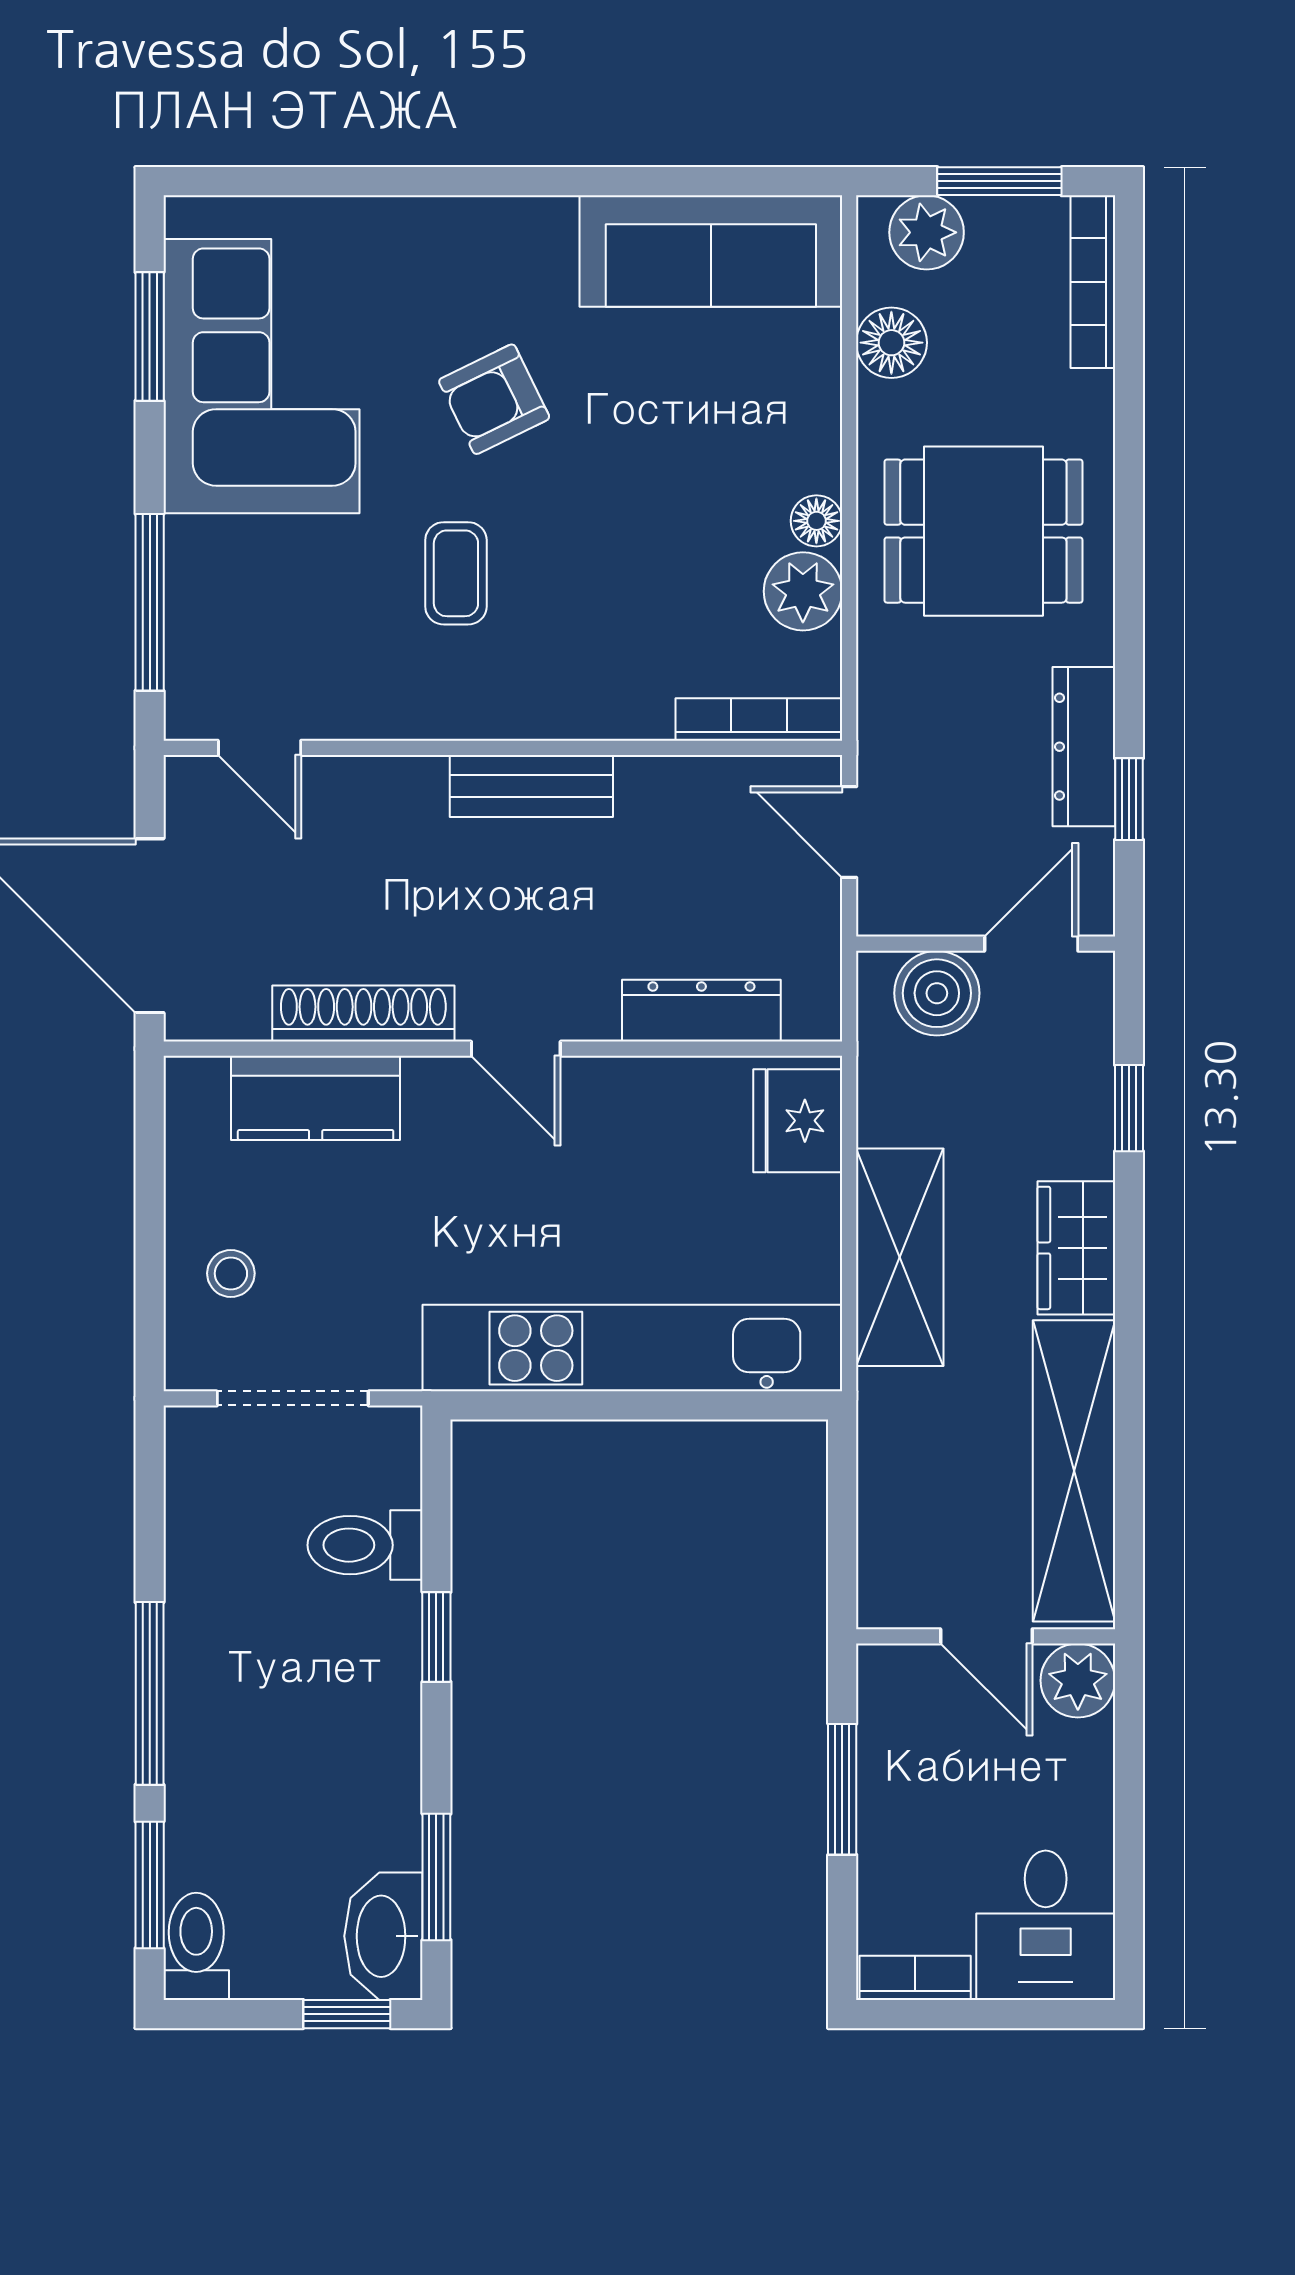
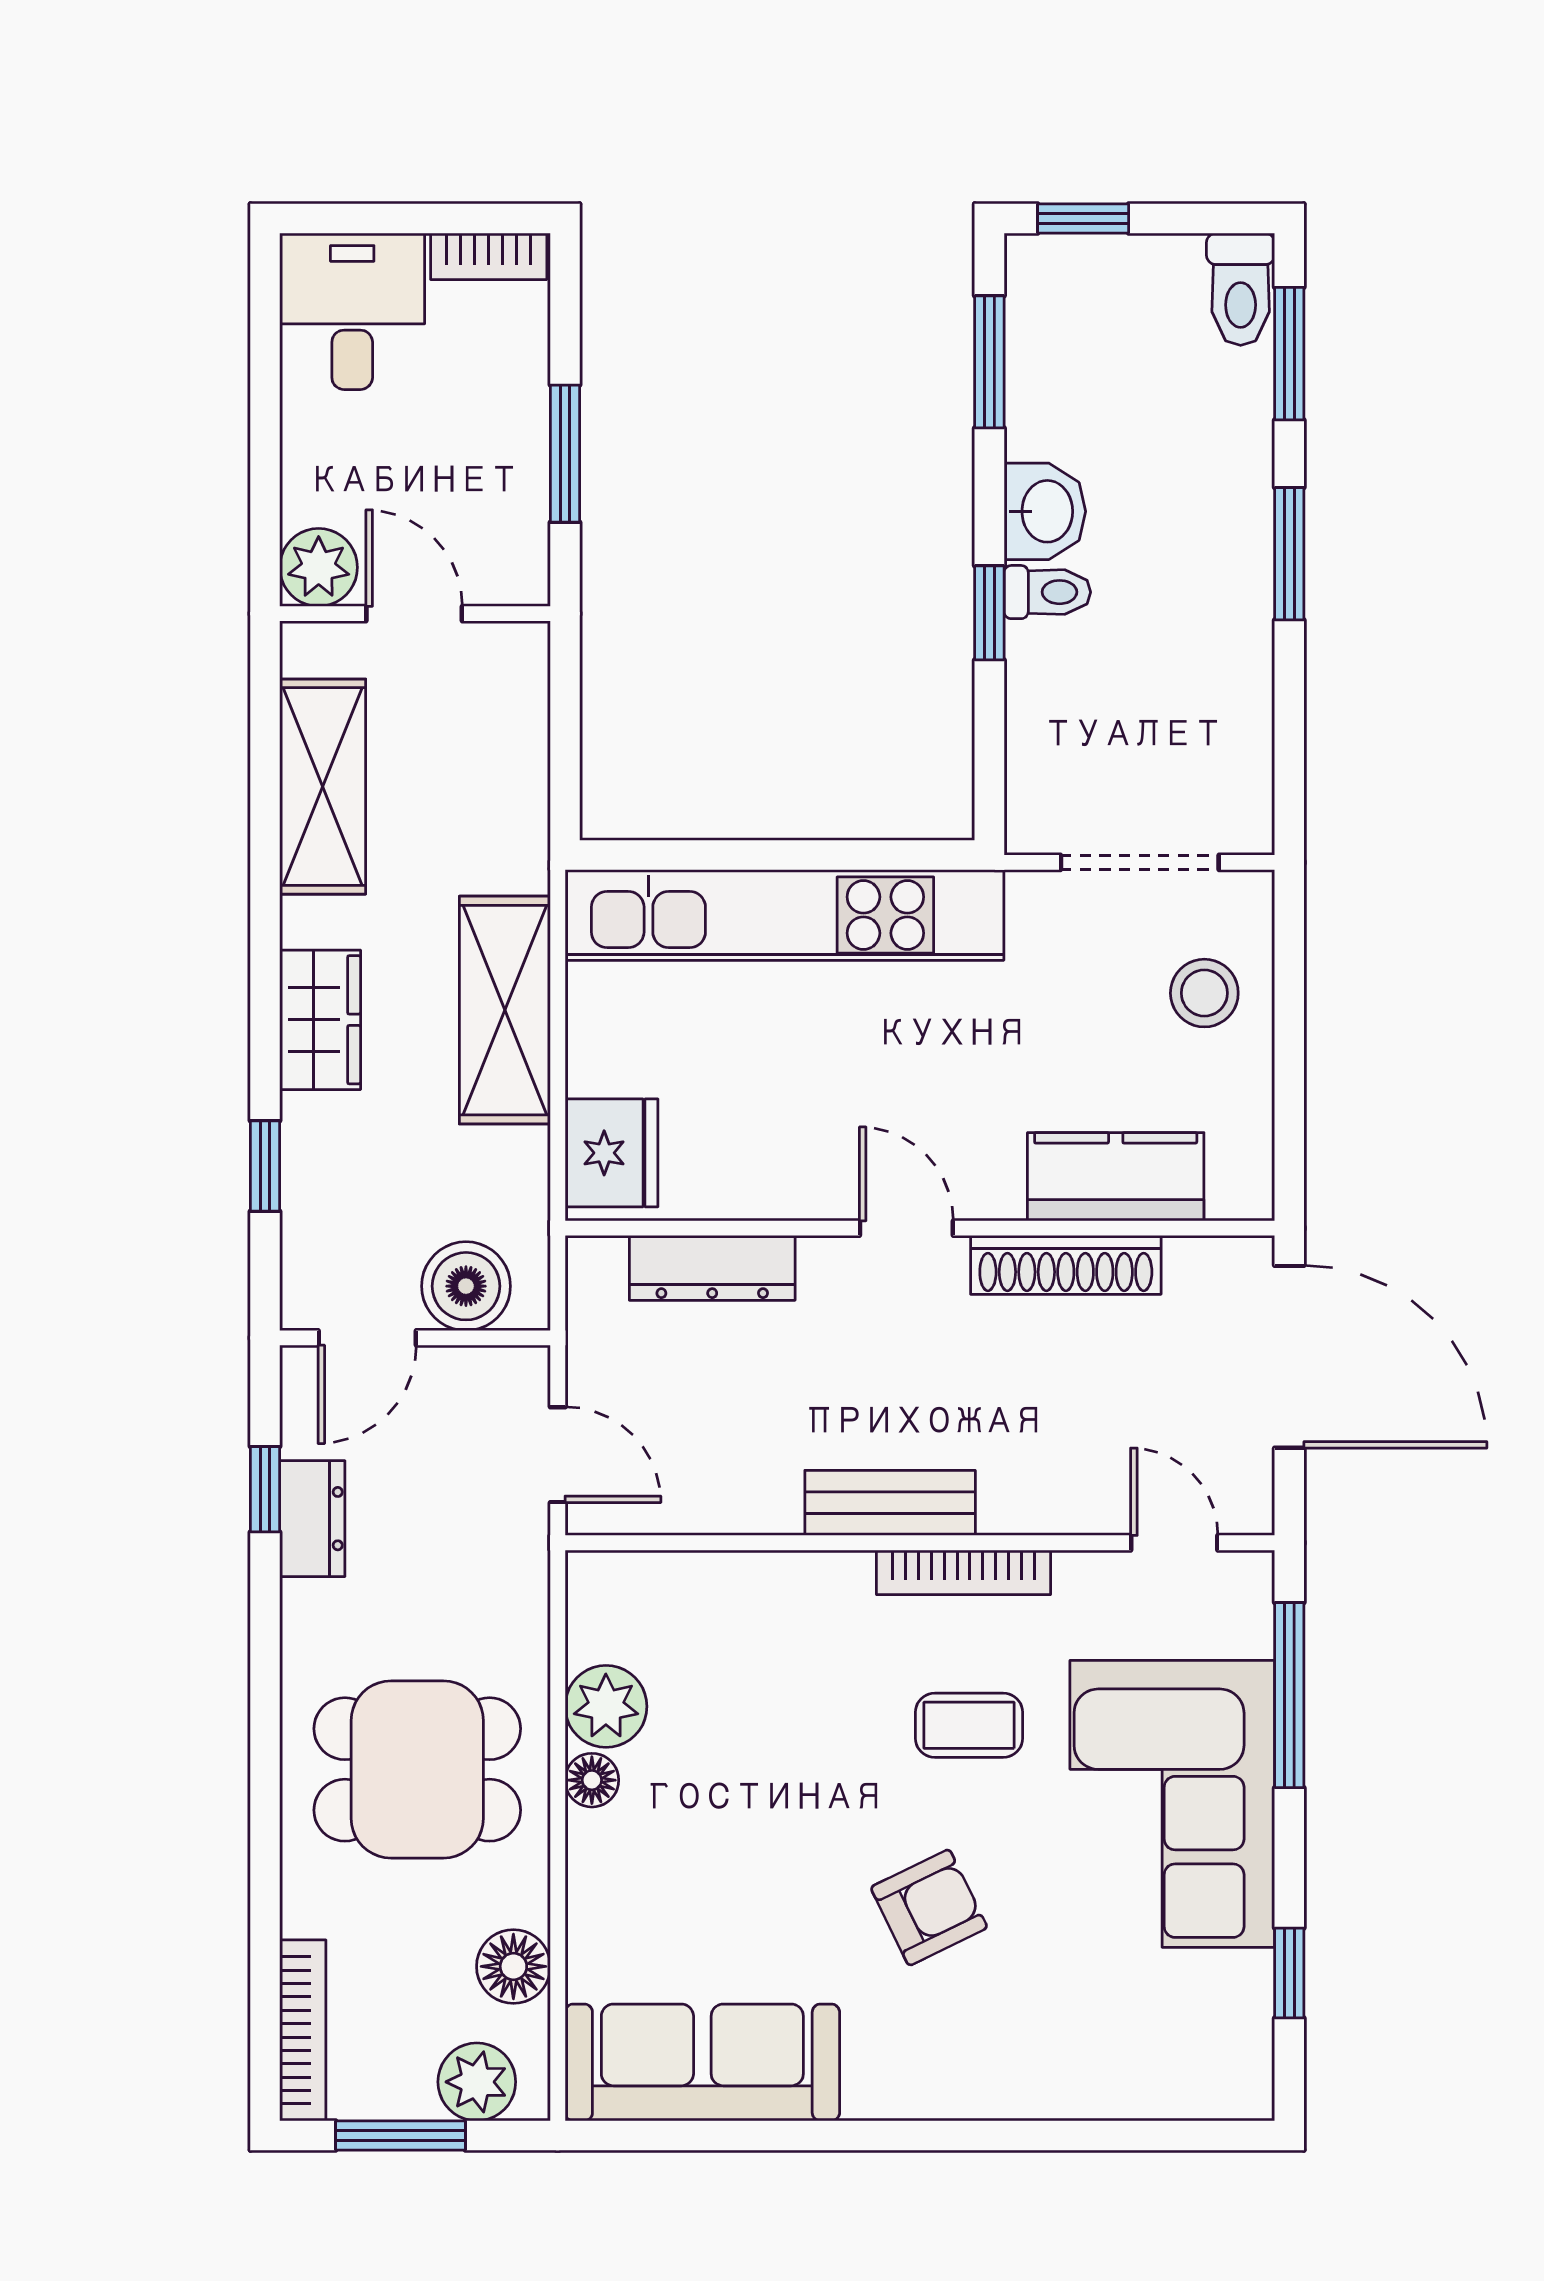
window: (150, 336) -> (1289, 1973), width x0.67
corner sofa: (261, 376) -> (1172, 1804), moved
coffee table: (456, 573) -> (969, 1725), turned 90
bookcase: (759, 720) -> (964, 1572), moved
dresser: (1084, 747) -> (312, 1519), width x0.70
stool: (231, 1273) -> (1204, 993), width x1.37, depth x1.37
shelving: (1074, 1471) -> (323, 787), width x0.68
toilet: (365, 1545) -> (1047, 592), moved, width x0.73, depth x0.72
window: (150, 1693) -> (1289, 554), width x0.69
washbasin: (383, 1936) -> (1045, 511), moved, width x0.72

